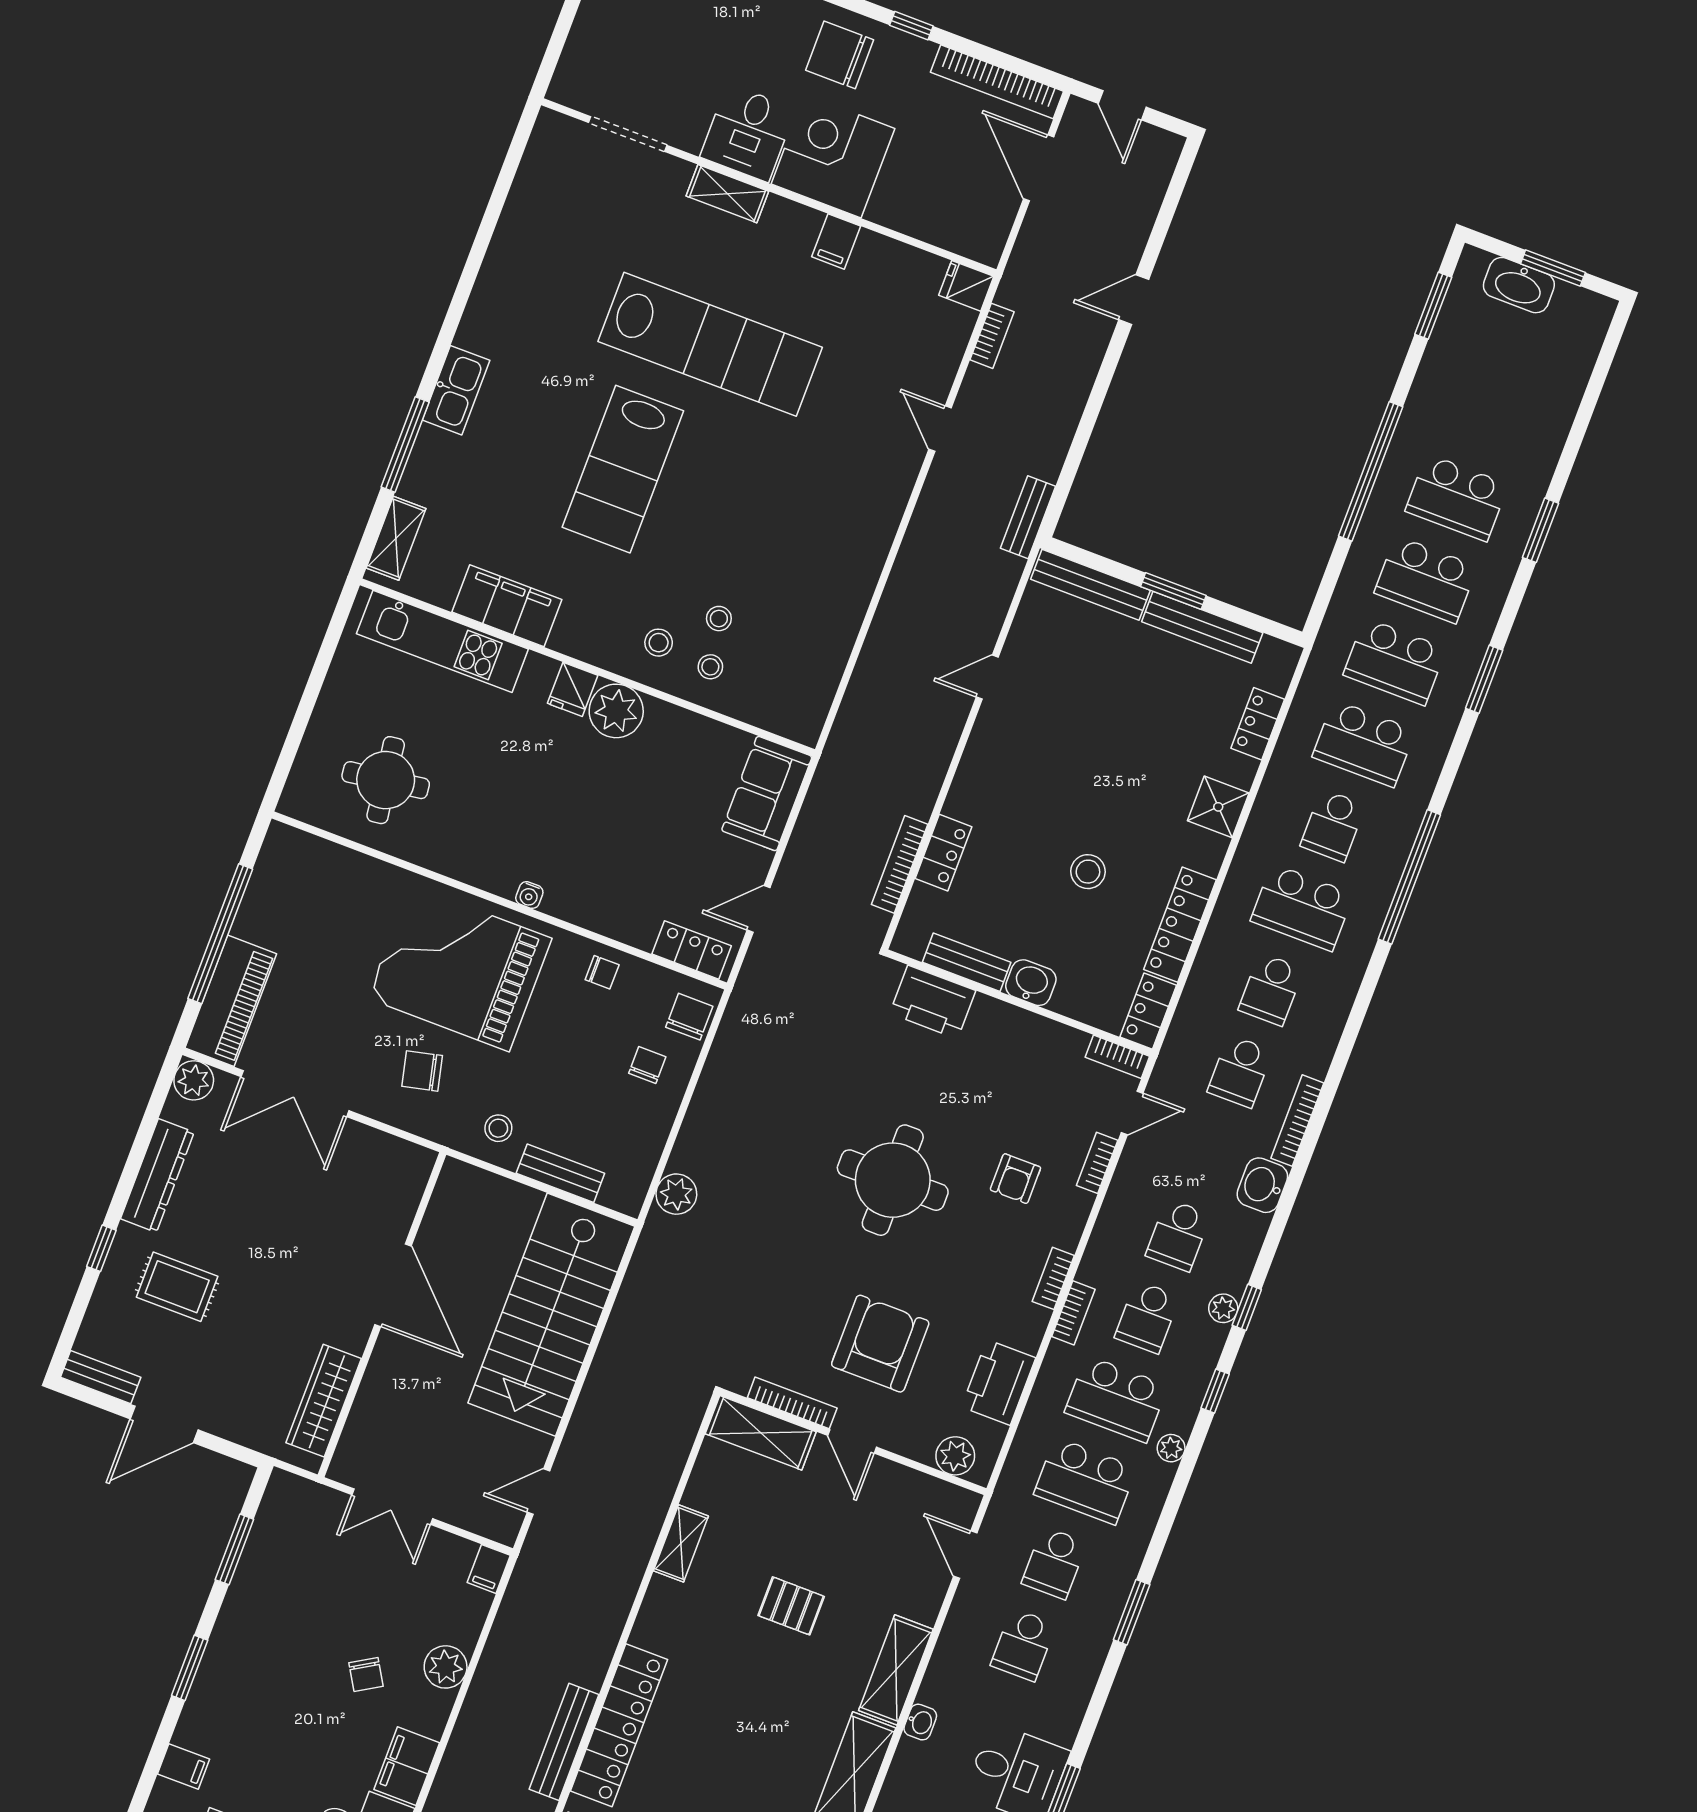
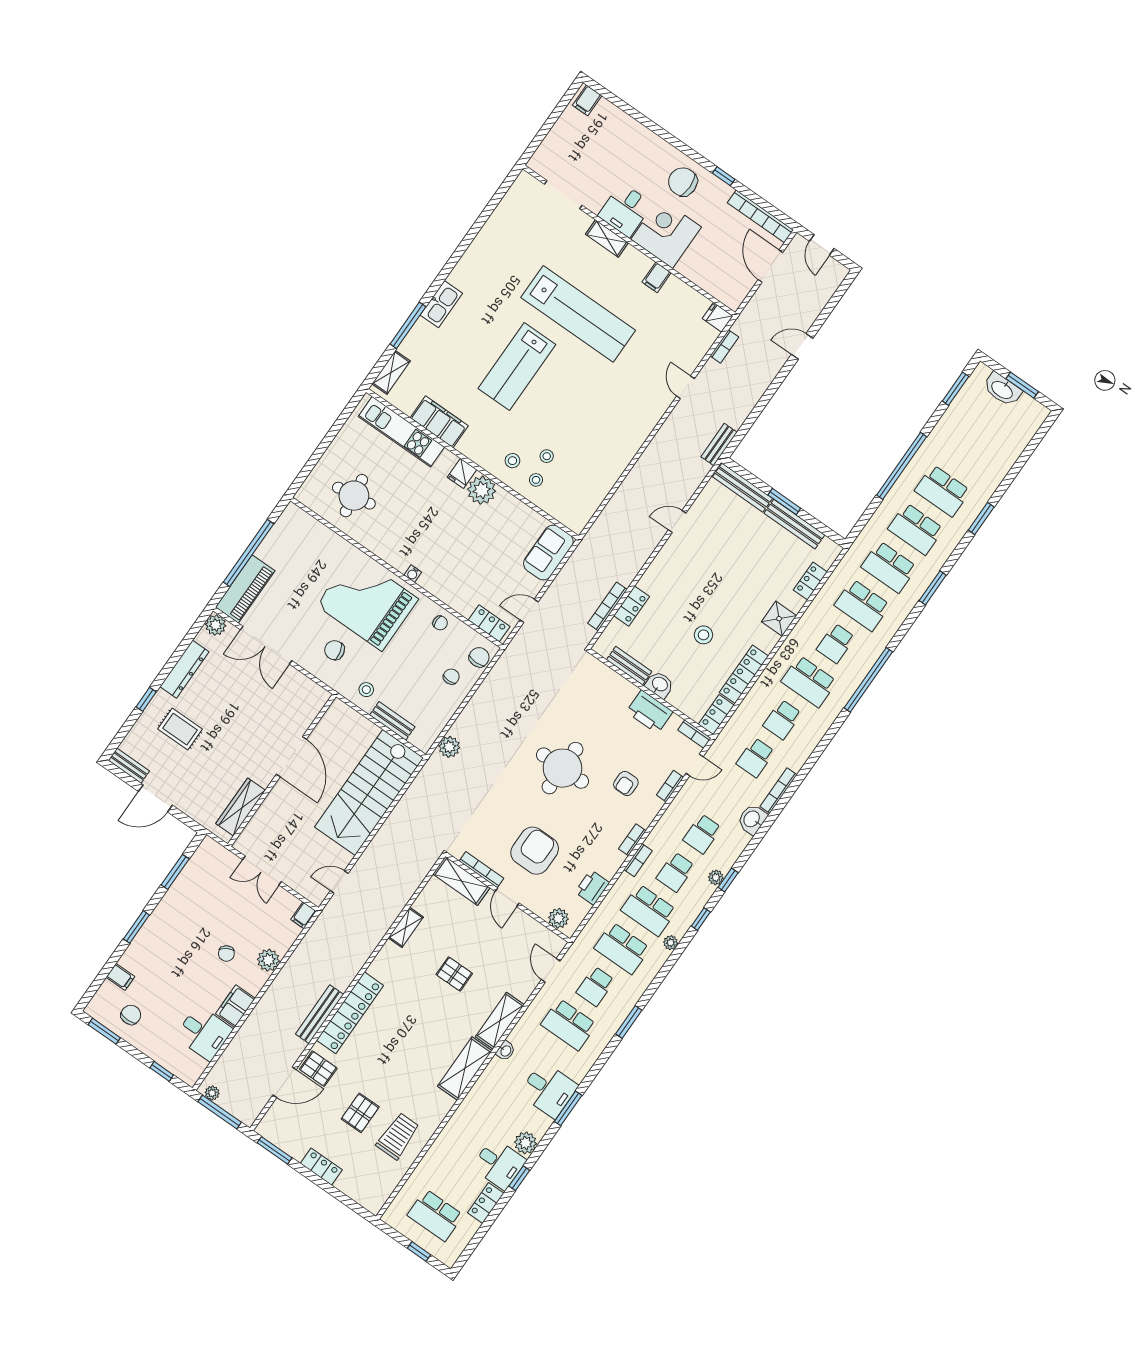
printer: (933, 1002) -> (650, 712), moved
printer: (999, 1382) -> (592, 887), width x0.73, depth x0.84
school desk: (1023, 1645) -> (569, 1025), width x1.85

